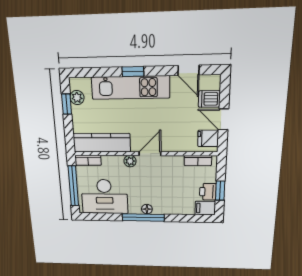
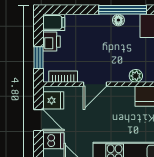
door: (150, 154) -> (95, 84), moved
window: (220, 191) -> (38, 58), moved

